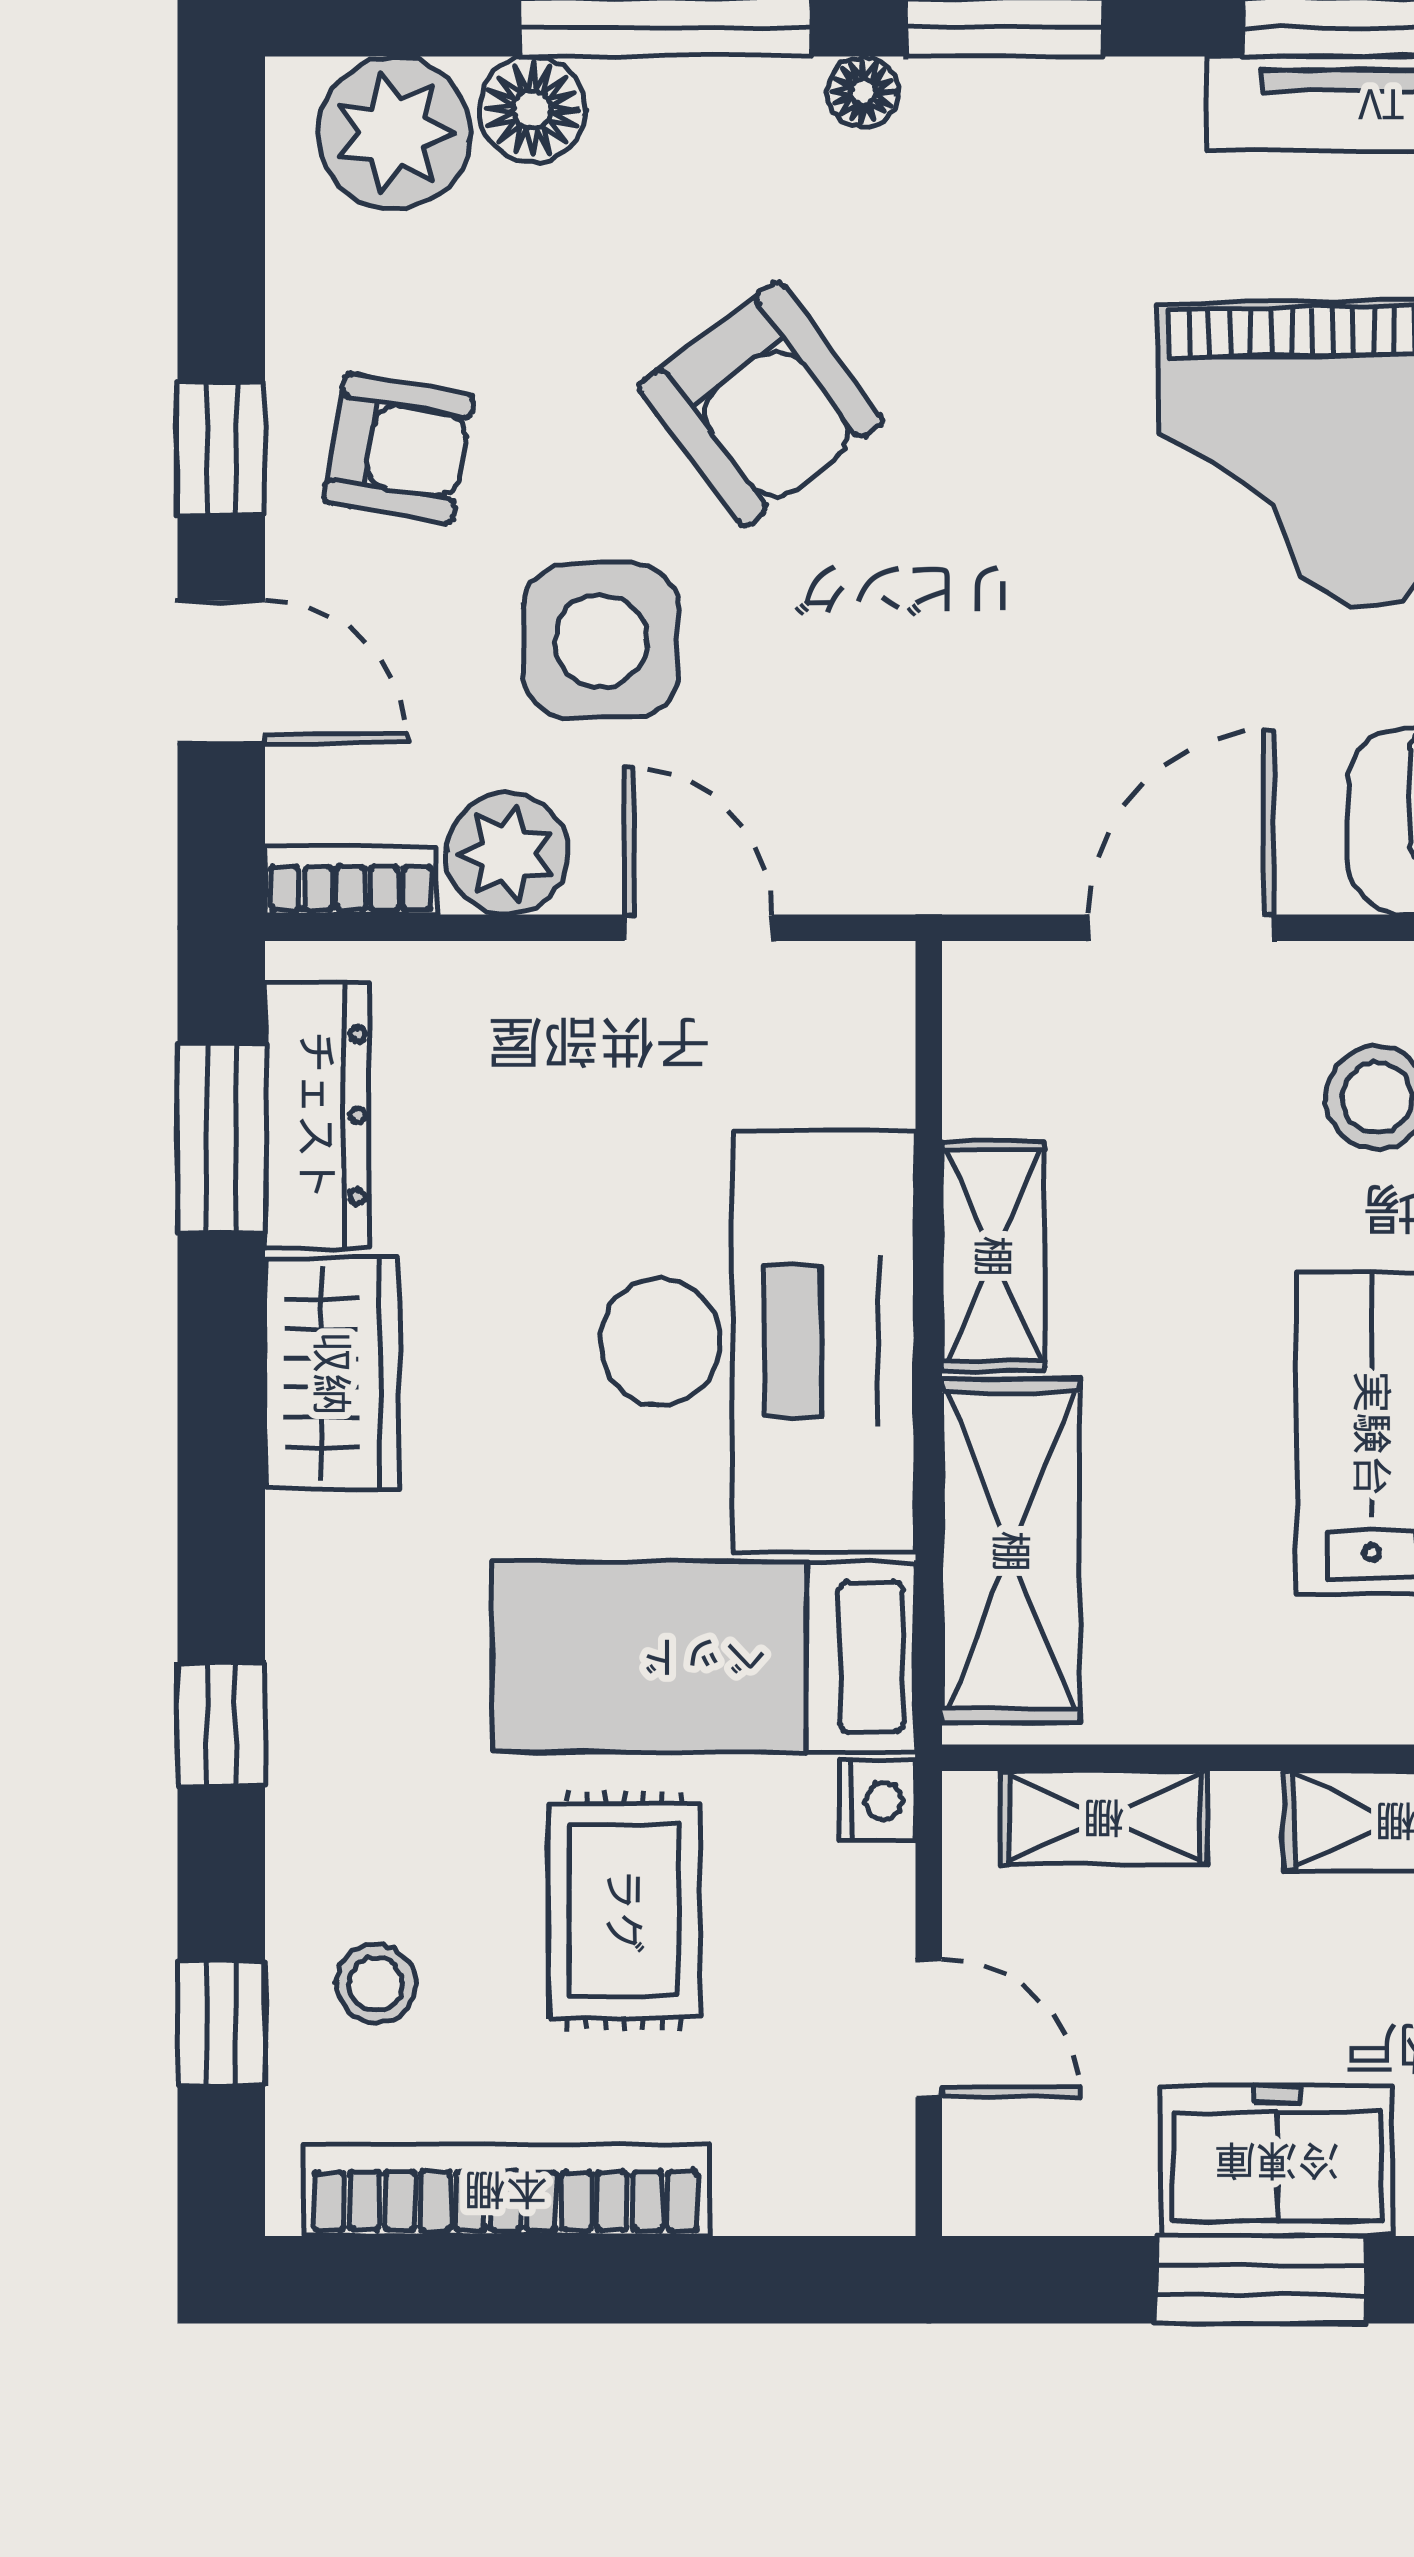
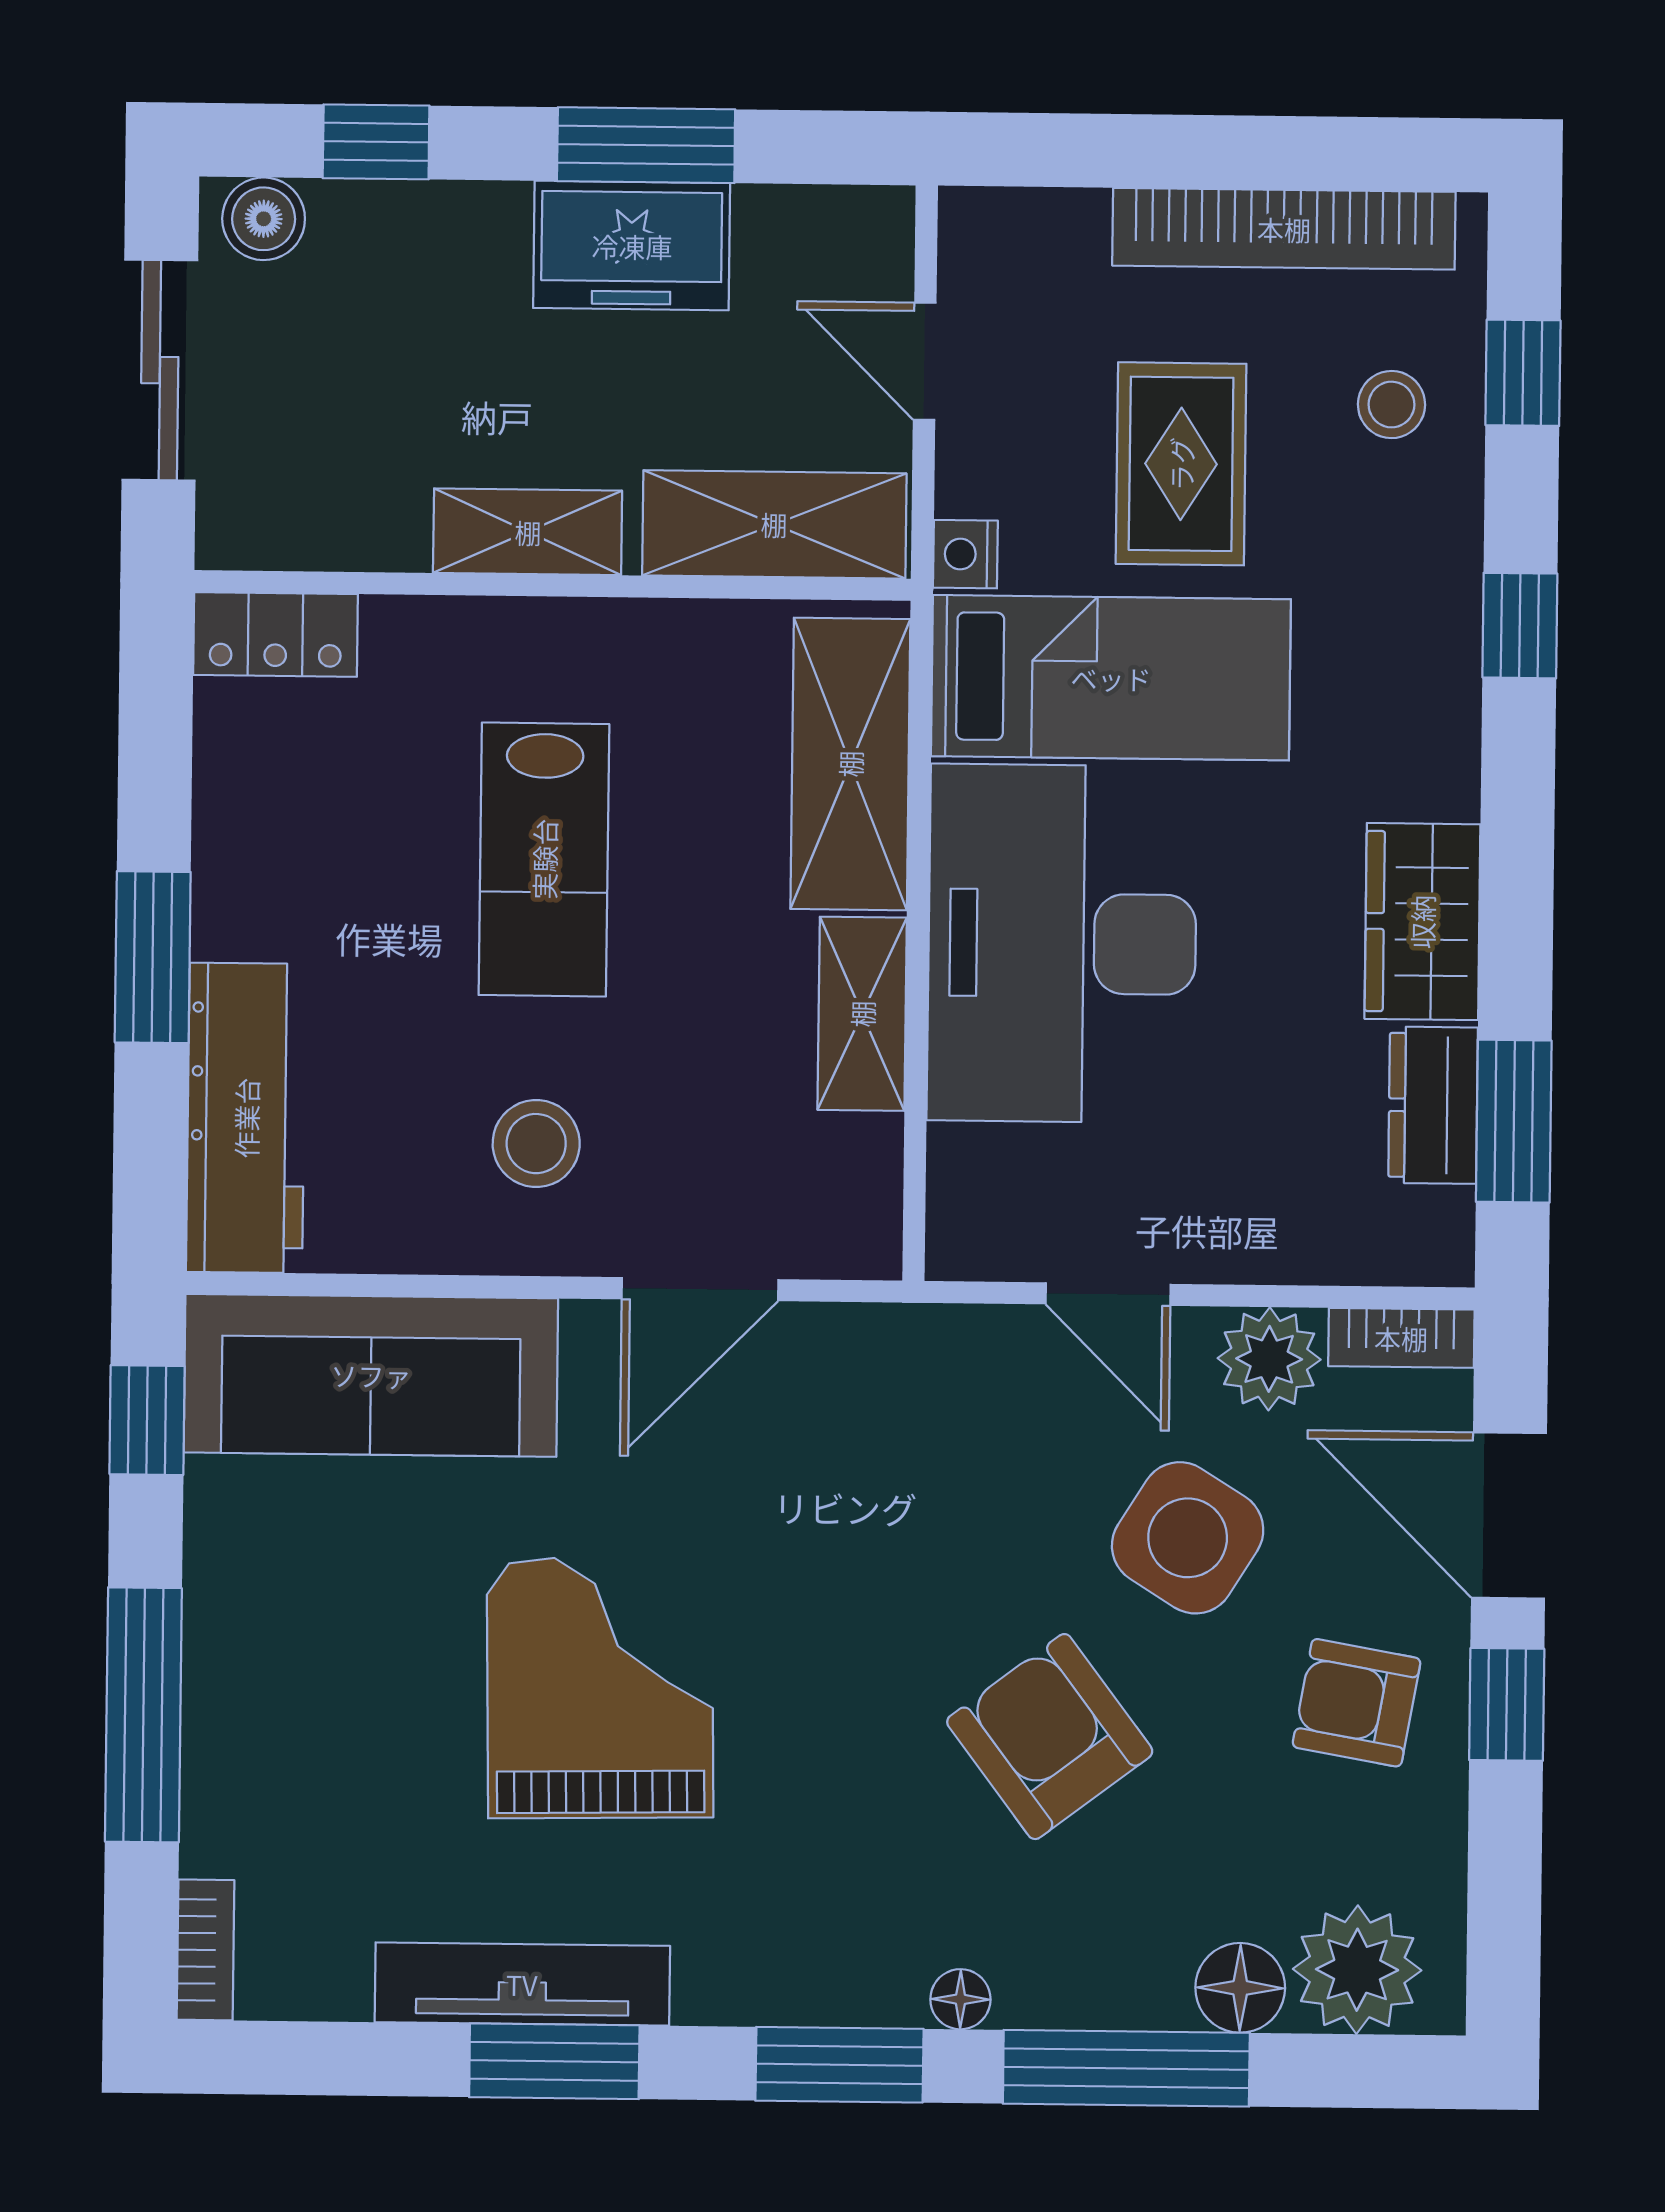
side table: (601, 641) -> (1188, 1538), turned 32
door: (221, 672) -> (1509, 1515), width x1.38
dresser: (317, 1115) -> (1433, 1105), width x0.70
shelving: (1104, 1818) -> (774, 524), width x1.50, depth x1.33

